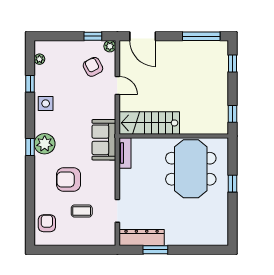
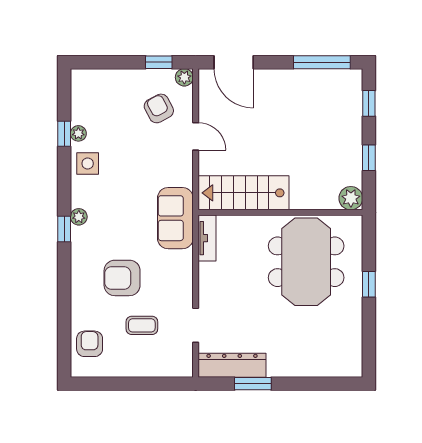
plant: (39, 59) -> (78, 133), moved
window: (232, 114) -> (369, 158), moved
plant: (220, 126) -> (351, 198), added
plant: (45, 144) -> (79, 217), width x0.53, depth x0.53

